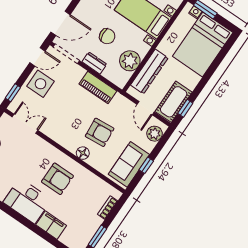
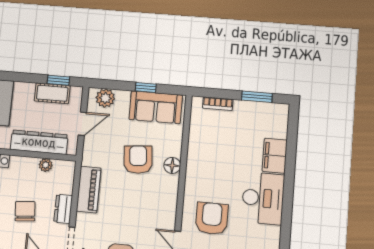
plant: (130, 61) -> (46, 165), width x0.53, depth x0.53
cot: (174, 102) -> (52, 93), width x0.73, depth x0.75
armchair: (57, 179) -> (212, 218), moved

